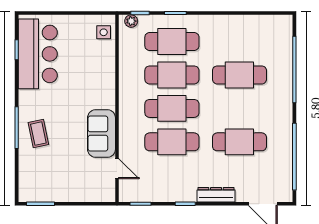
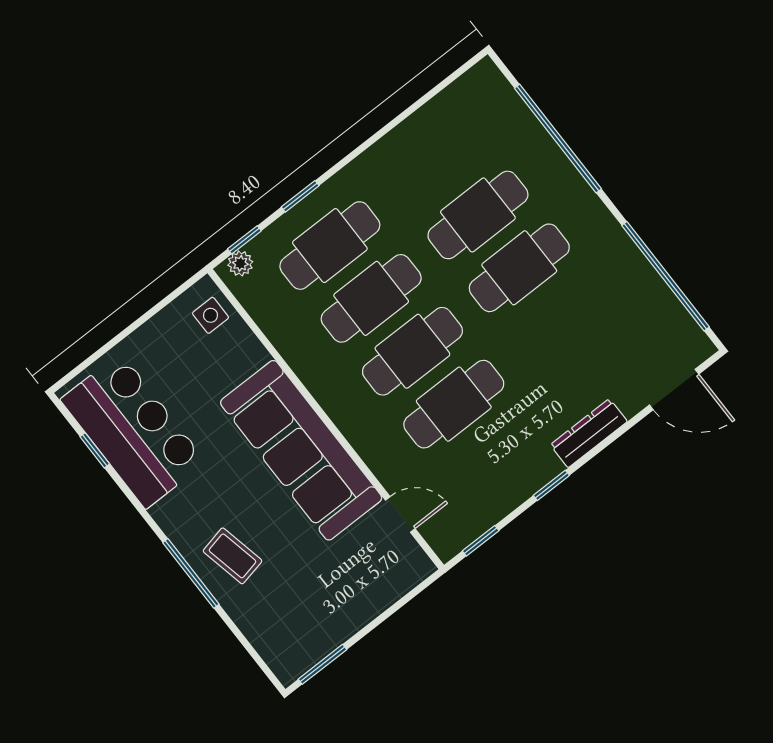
sofa: (101, 134) -> (301, 450), width x1.85, depth x1.27
cafe table: (239, 142) -> (519, 268), moved

